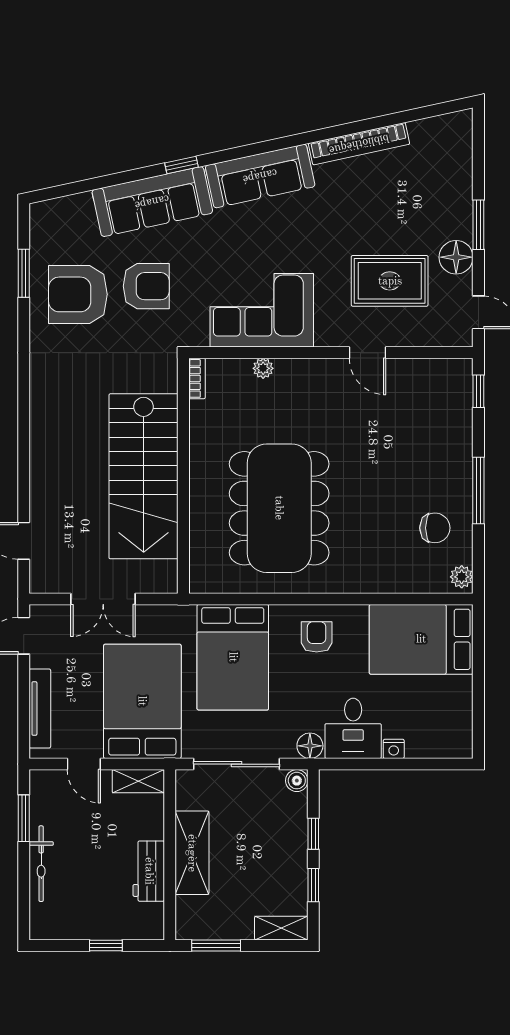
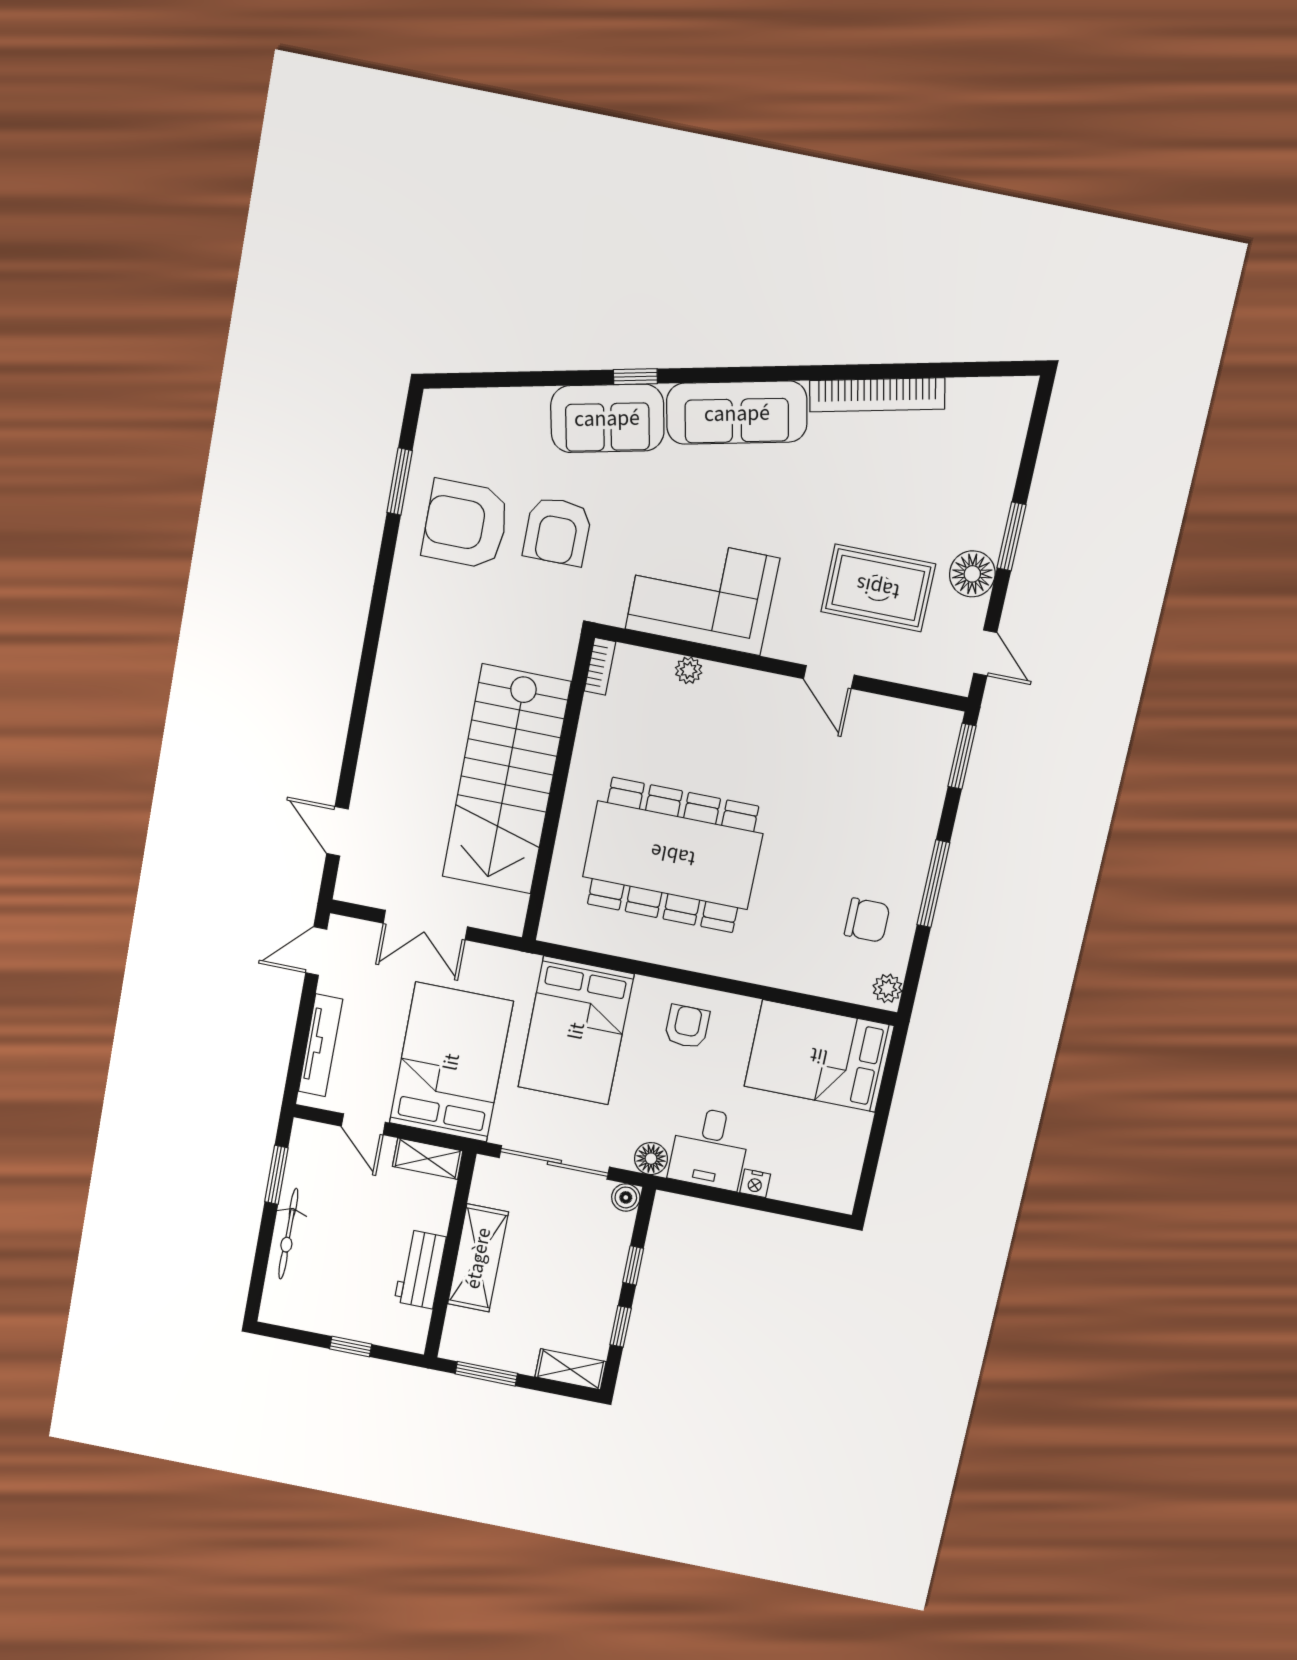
sofa: (152, 202) -> (607, 418), width x0.73
armchair: (146, 286) -> (557, 531), turned 90
window: (478, 391) -> (962, 756), width x1.50
dining table: (279, 508) -> (673, 855), turned 90

